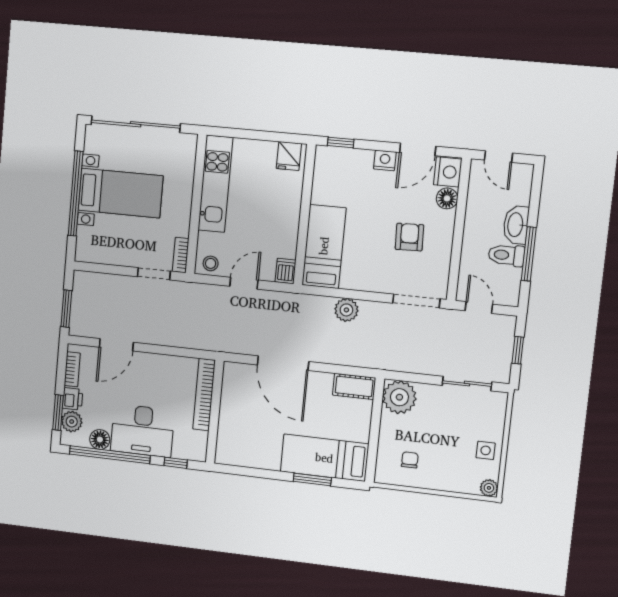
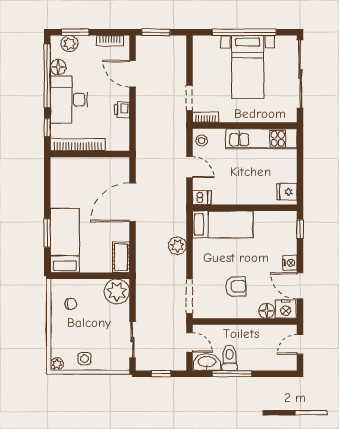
washbasin: (516, 225) -> (207, 362), moved
door: (479, 307) -> (189, 342), hinge flipped
bookcase: (204, 395) -> (78, 145), moved
printer: (73, 399) -> (122, 110), moved, turned 90

